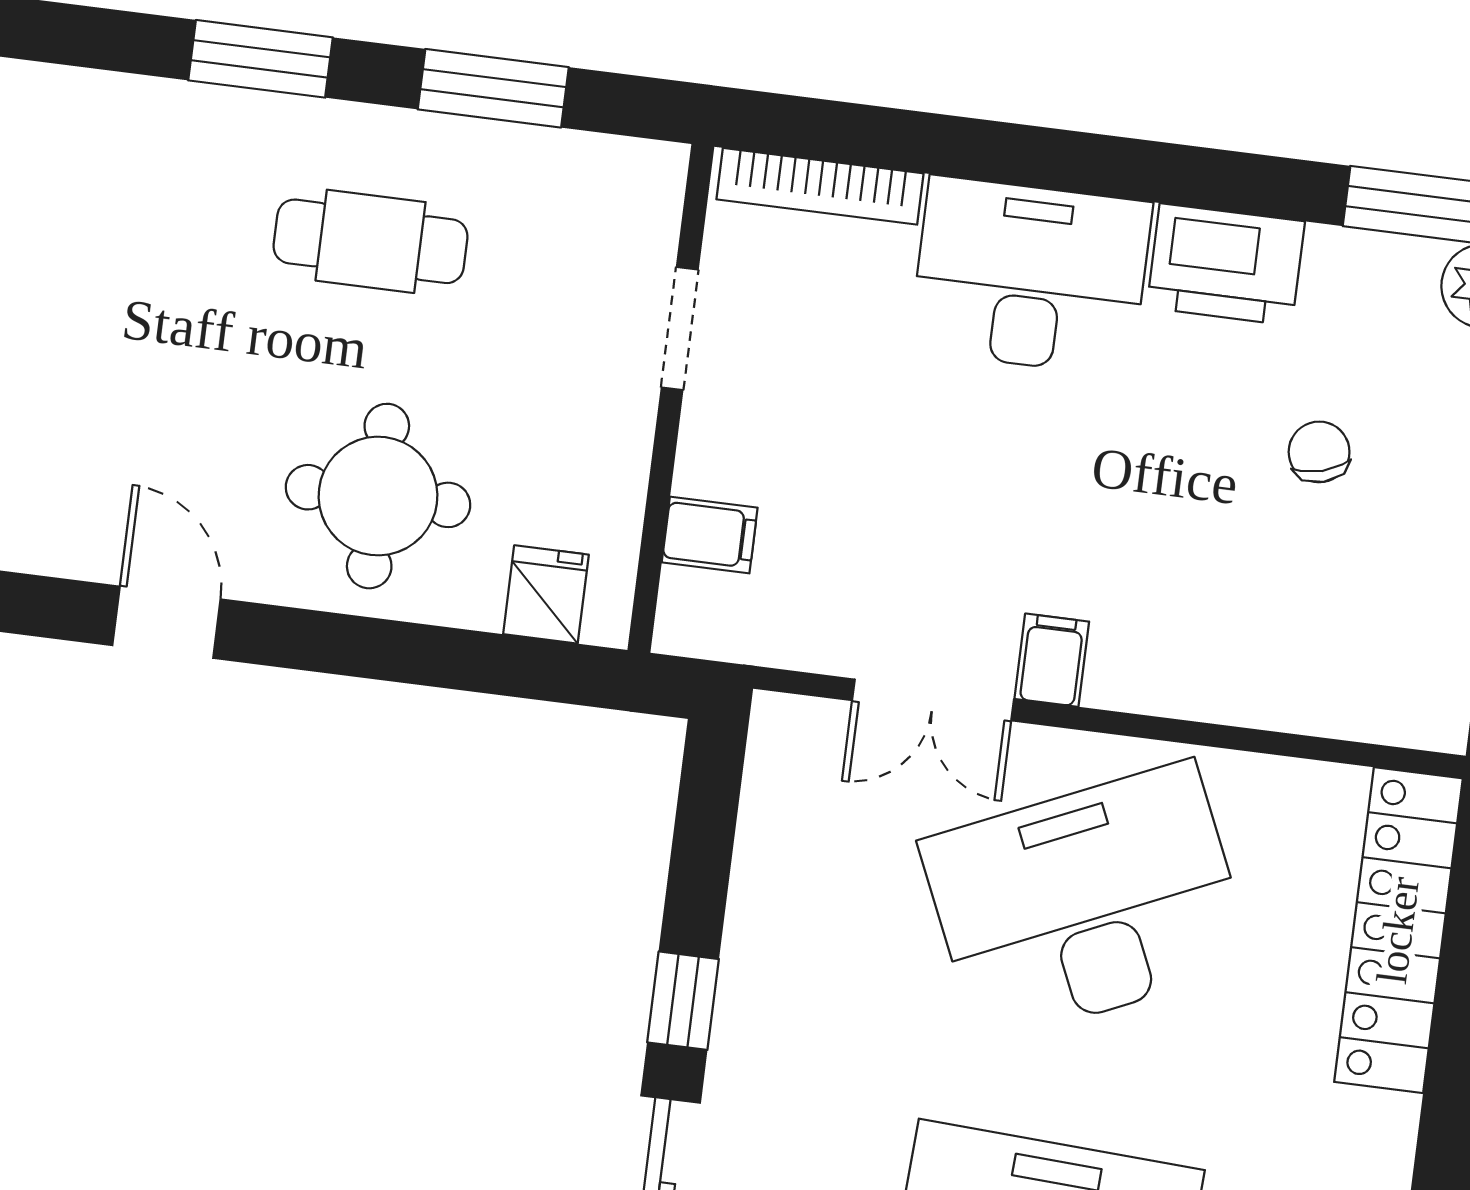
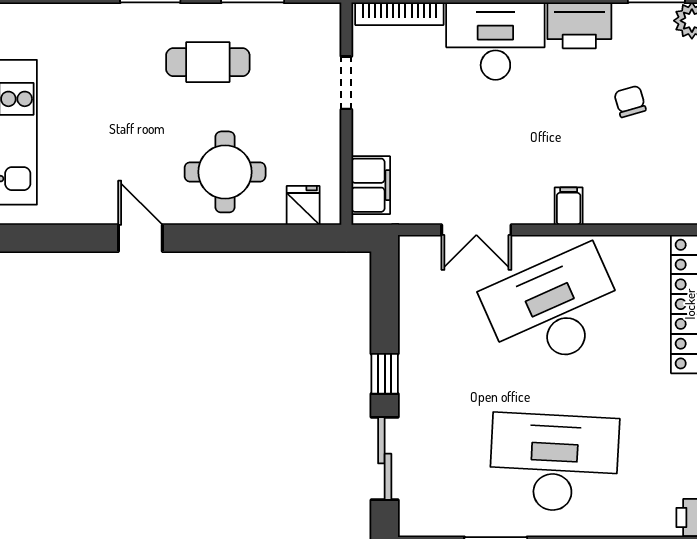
filing cabinet: (710, 535) -> (371, 185), width x2.00
filing cabinet: (1052, 660) -> (569, 206), moved

